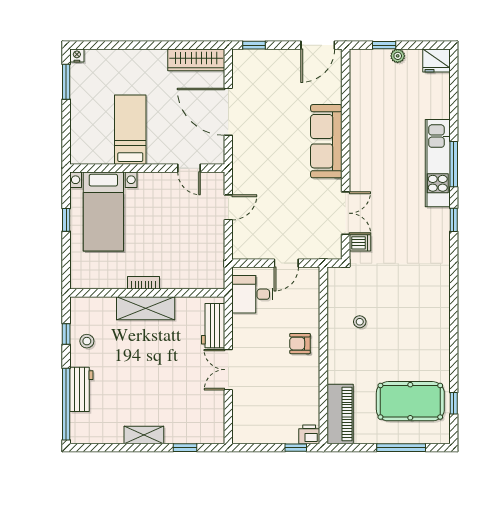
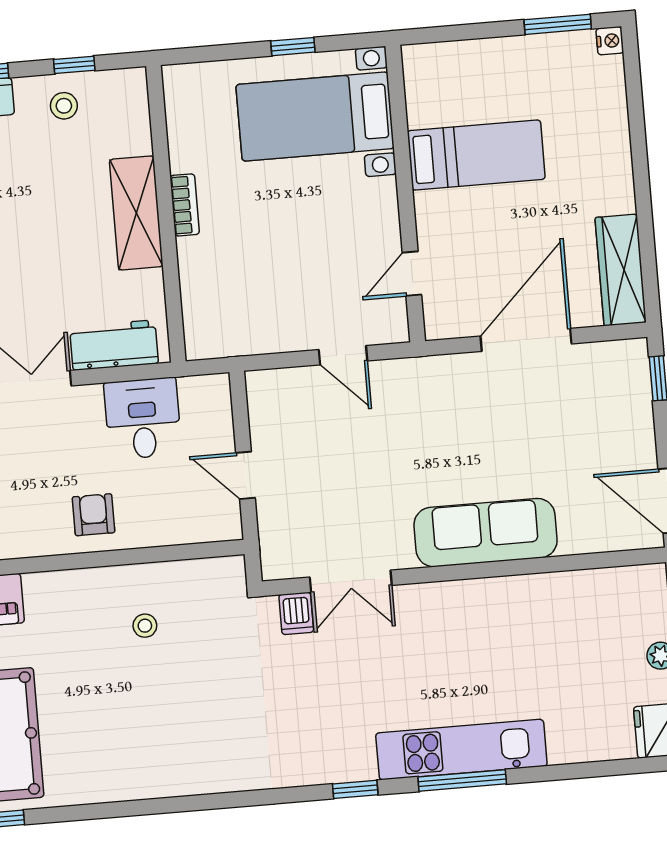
desk: (252, 294) -> (143, 419), moved

